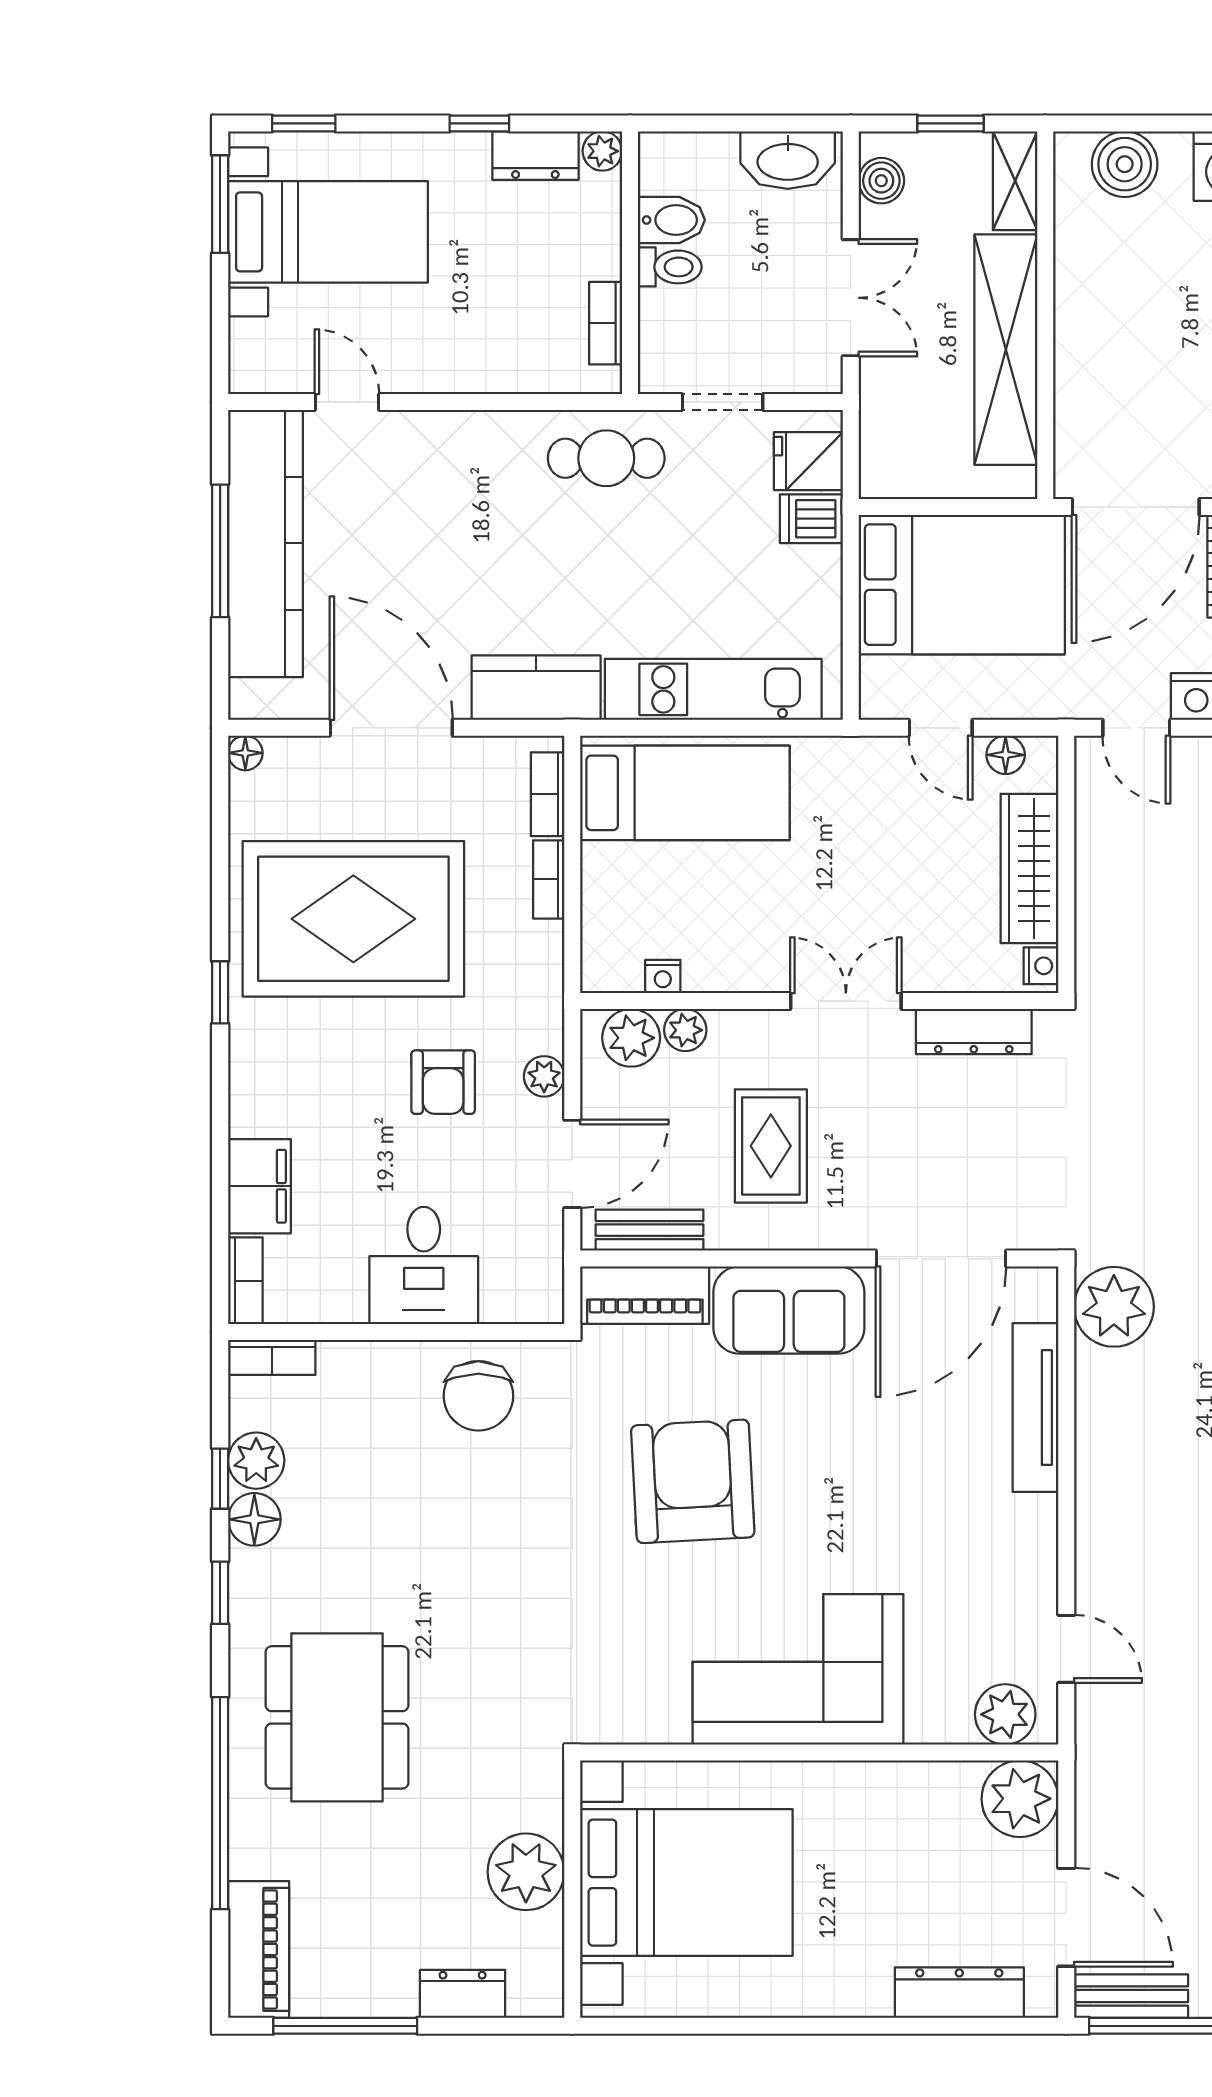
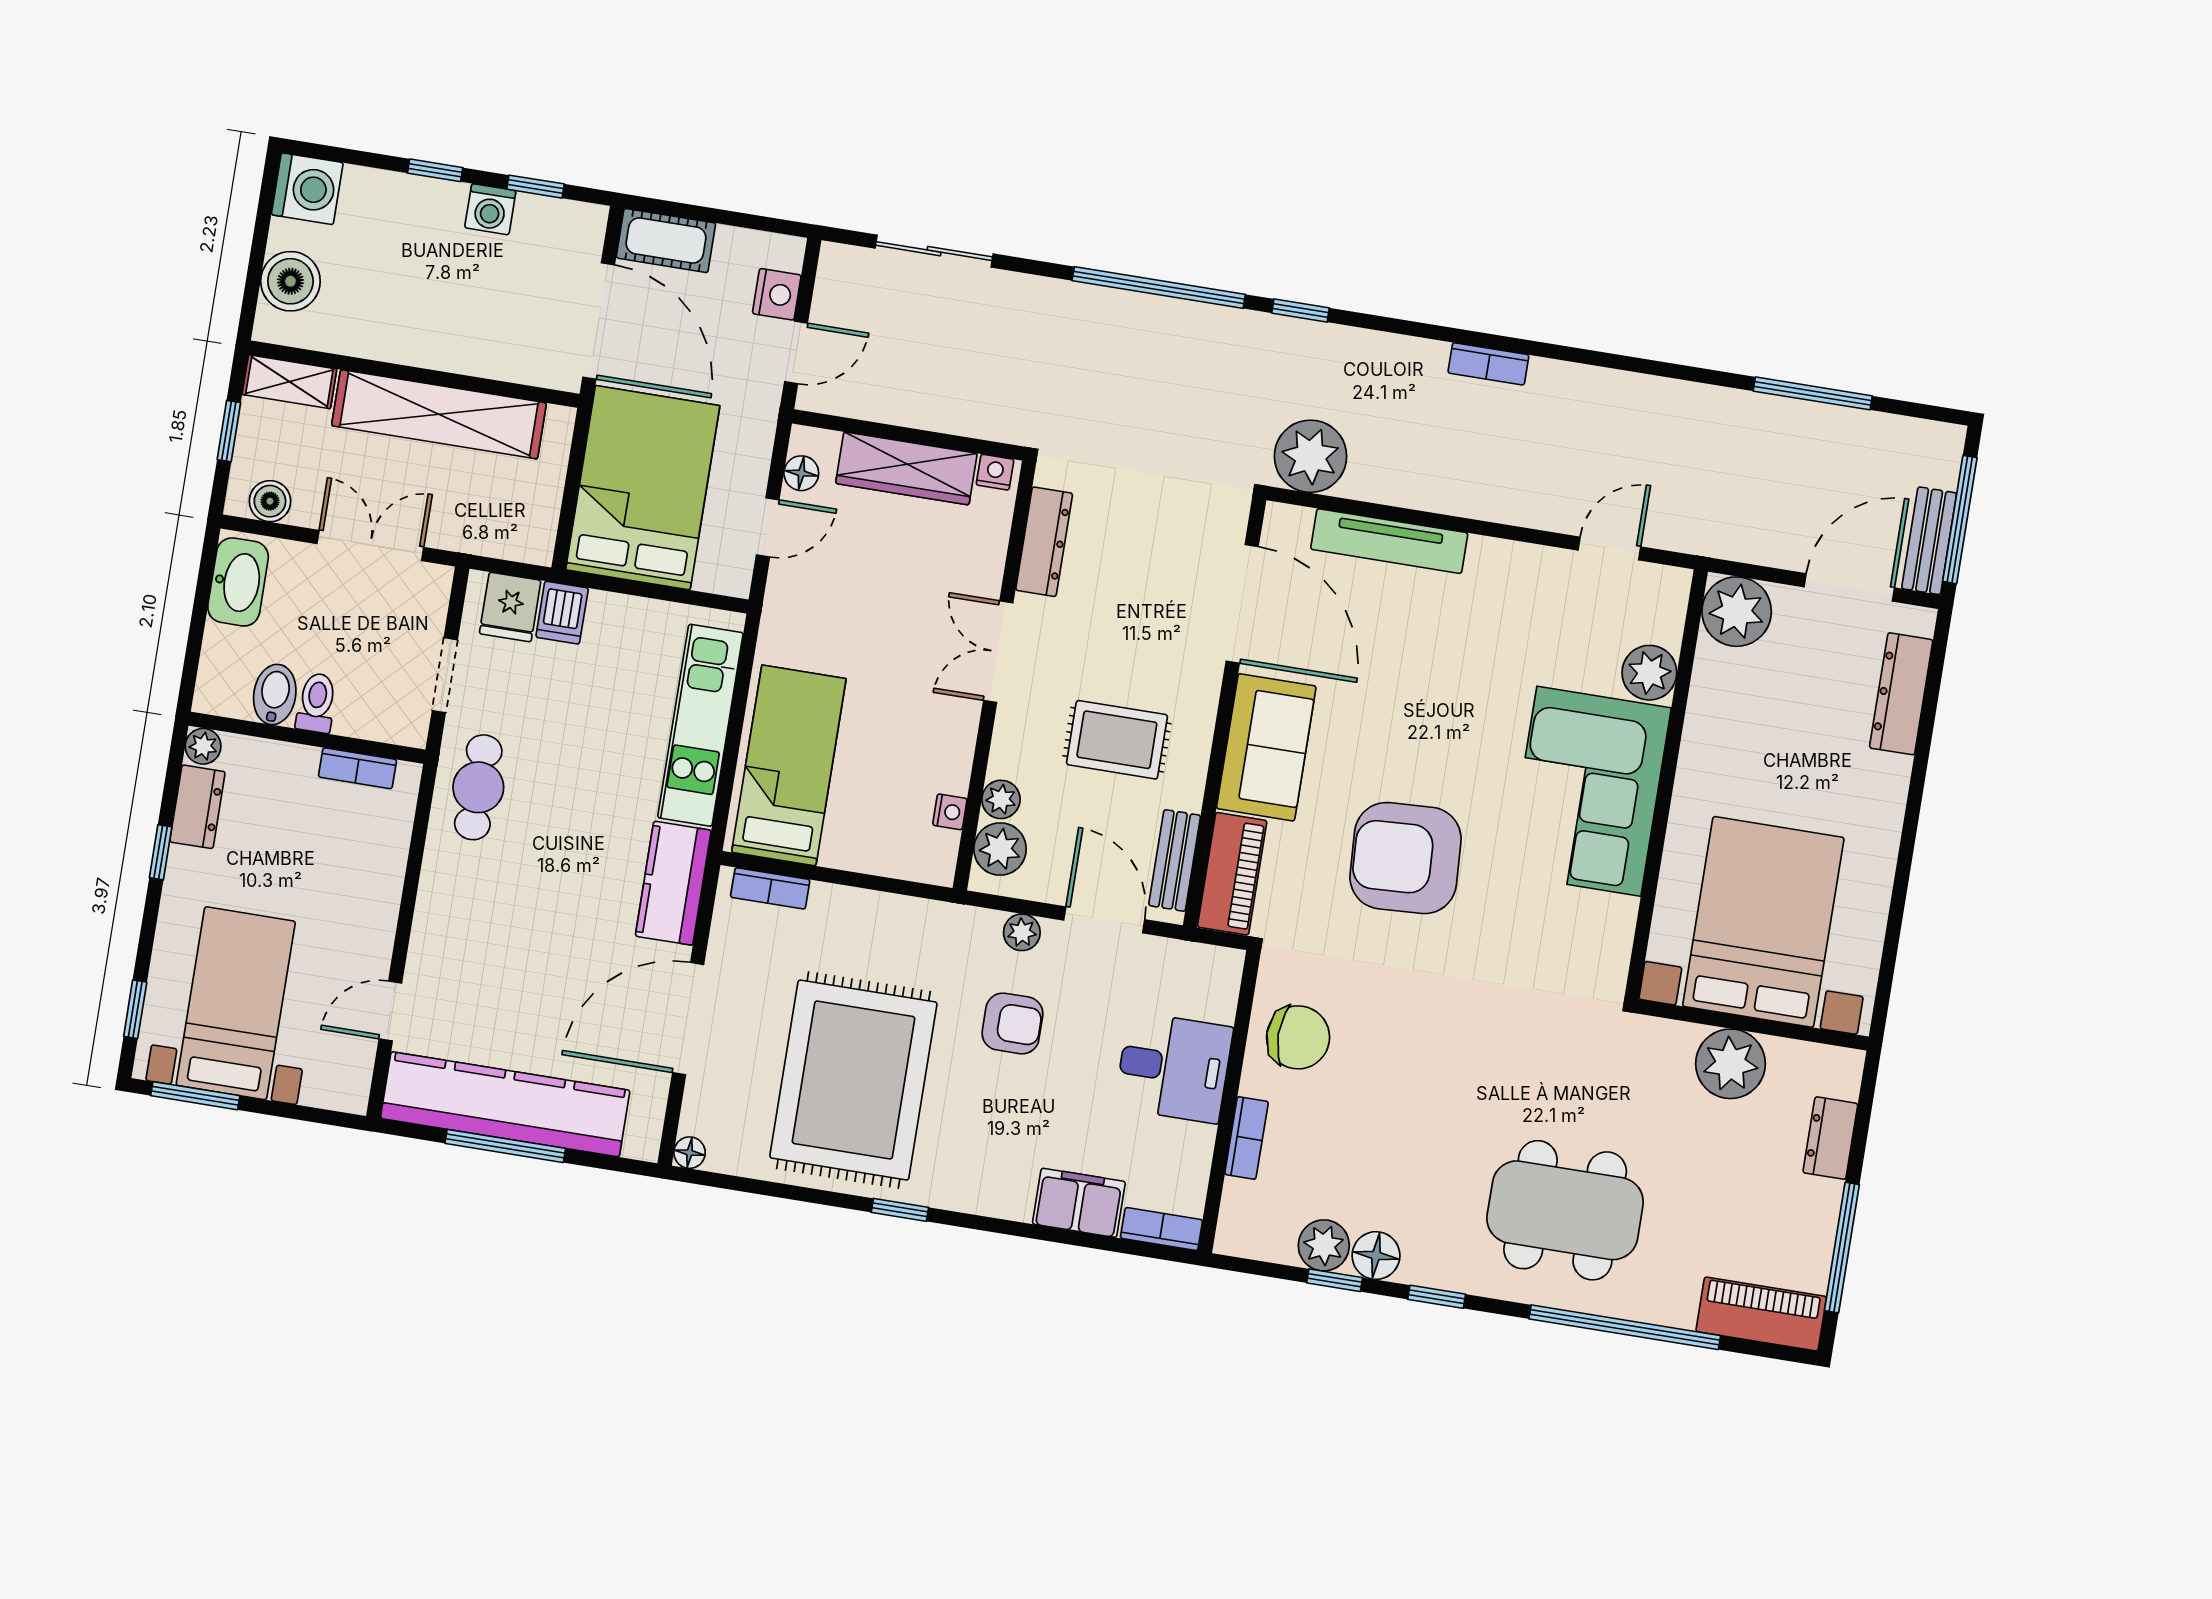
bookcase: (549, 879) -> (846, 900), removed
bookcase: (272, 1357) -> (1247, 1138), moved
plant: (1005, 1714) -> (1649, 673), moved

